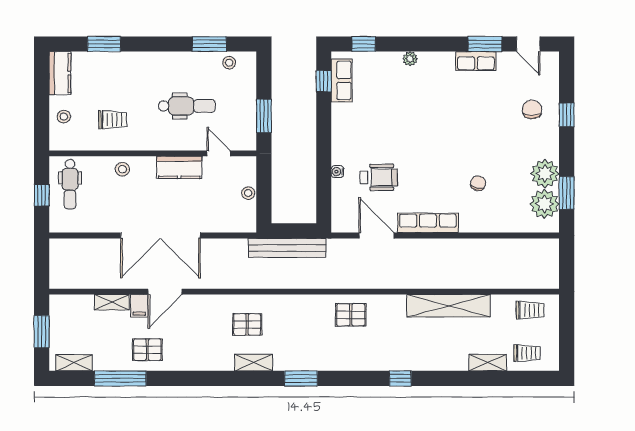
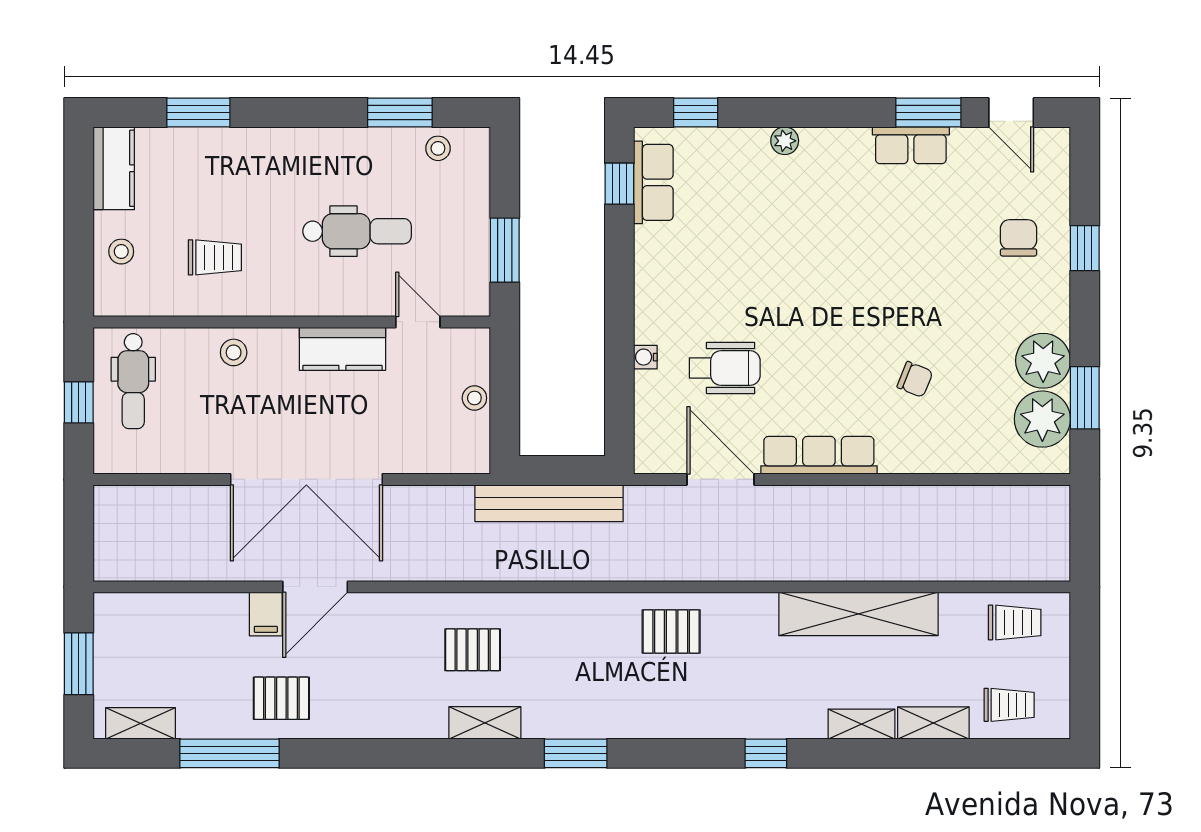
chair: (478, 183) -> (915, 379), turned 98
shelving: (112, 302) -> (861, 724), moved

